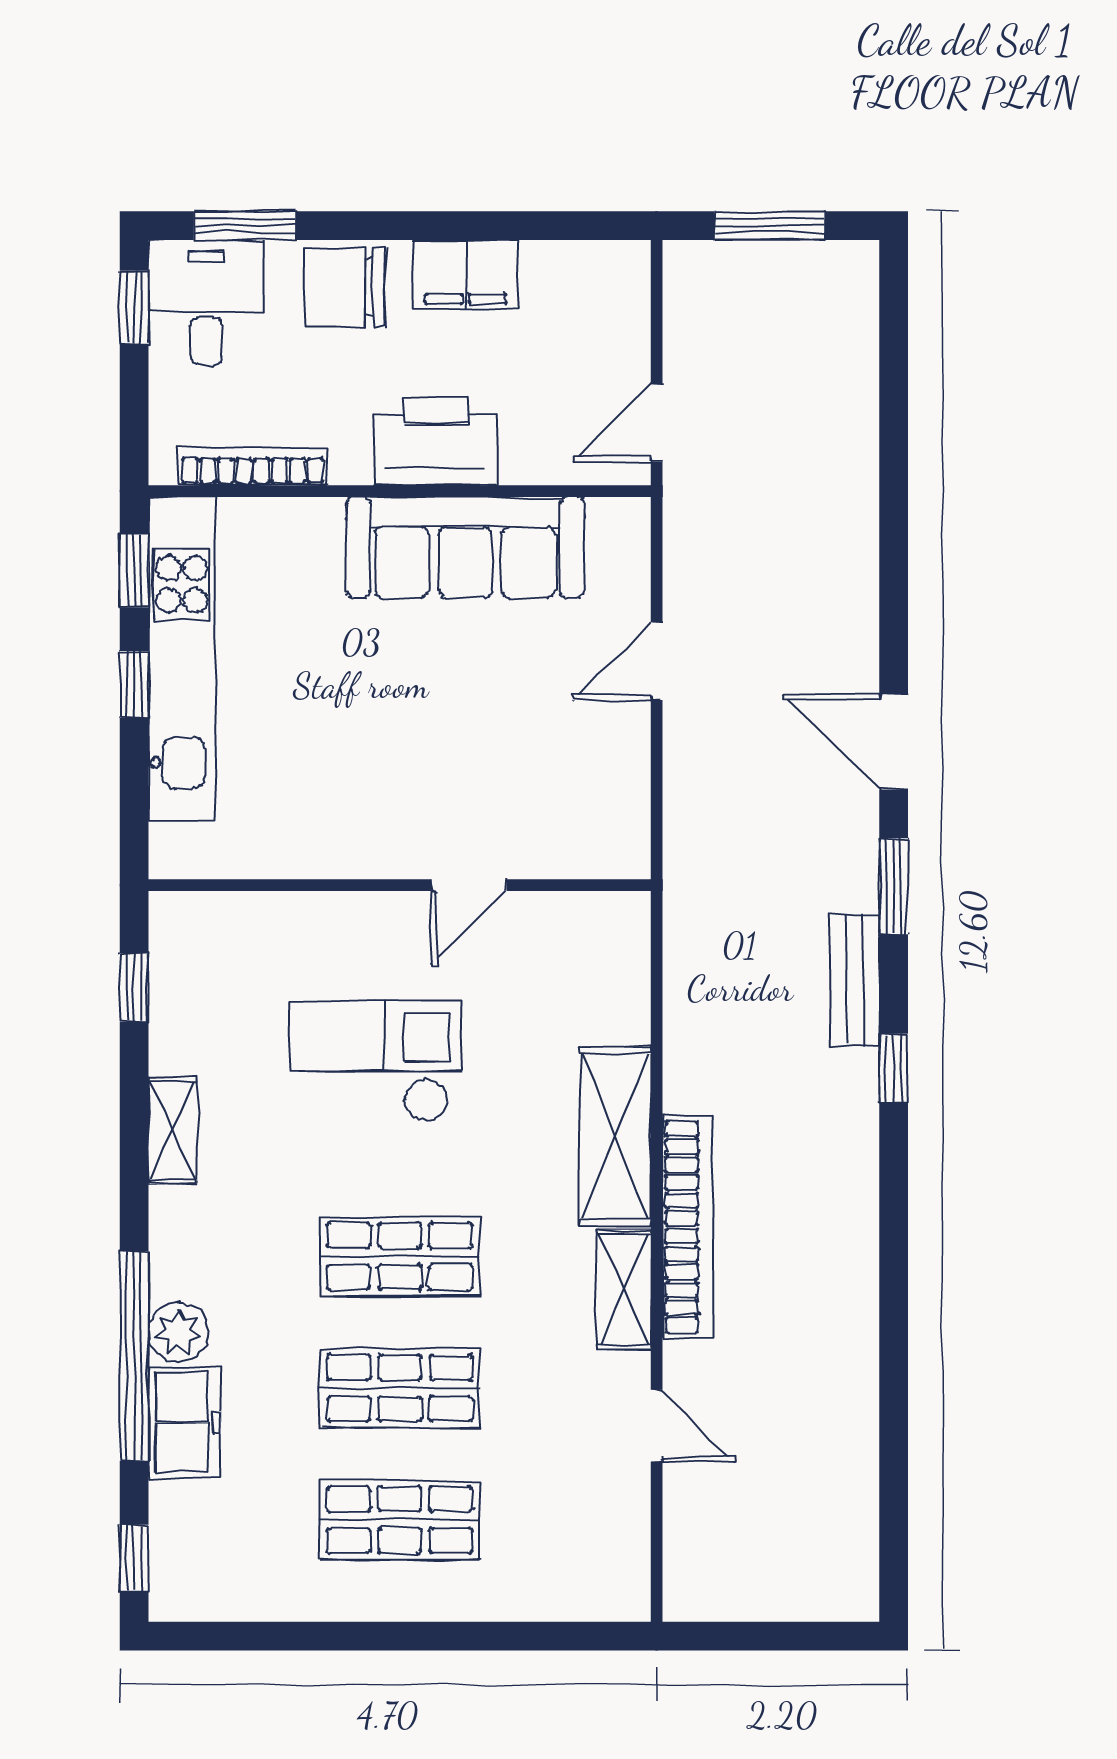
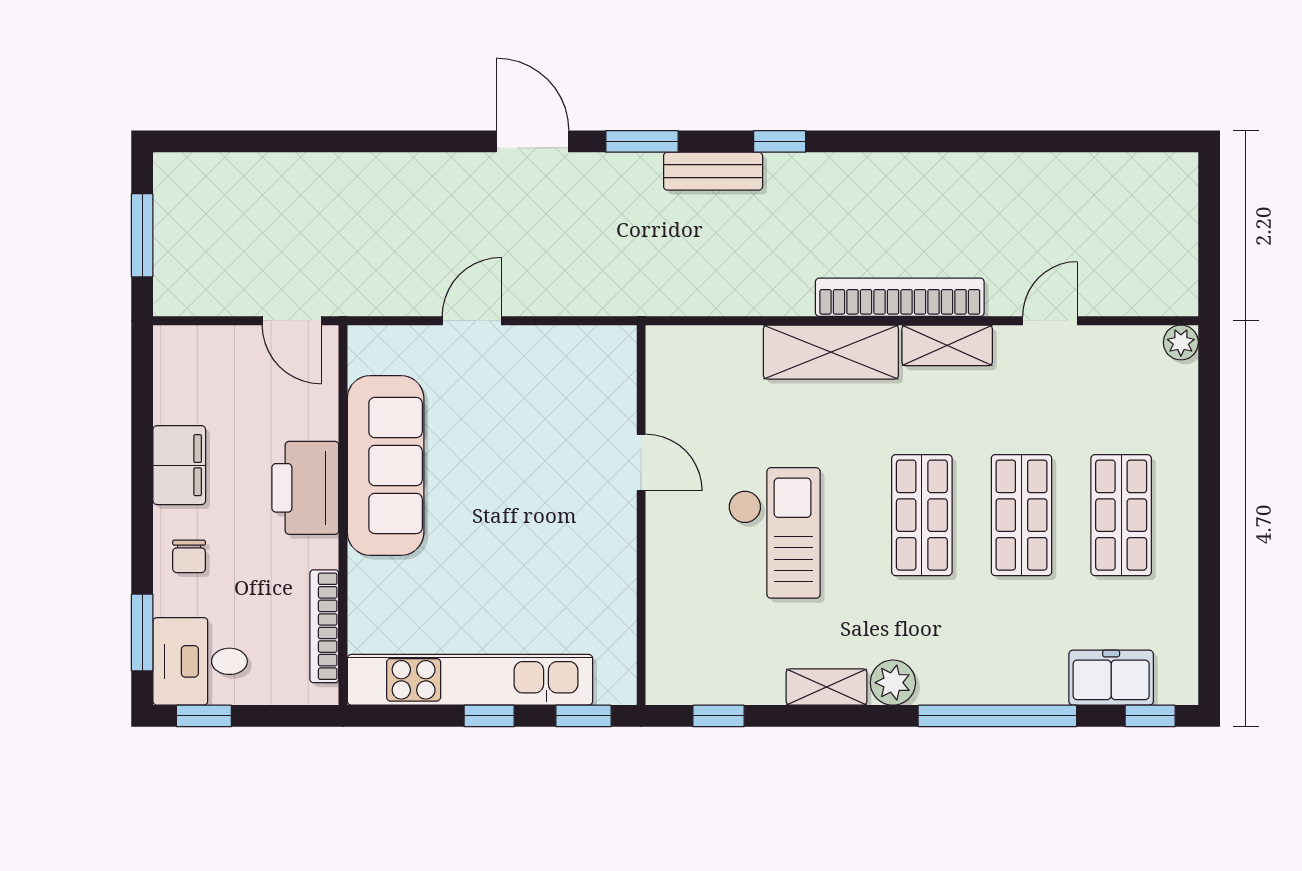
chair: (345, 287) -> (189, 556), width x0.54, depth x0.54
window: (134, 571) -> (584, 716), moved
door: (657, 661) -> (472, 321), swing flipped
door: (894, 742) -> (533, 141), swing flipped
checkout: (376, 1061) -> (774, 533), turned 180
plant: (178, 1332) -> (893, 683), moved
freezer: (185, 1422) -> (1111, 678), moved
plant: (628, 1599) -> (1181, 342), added

